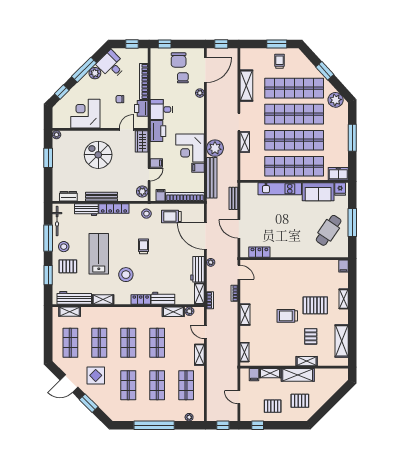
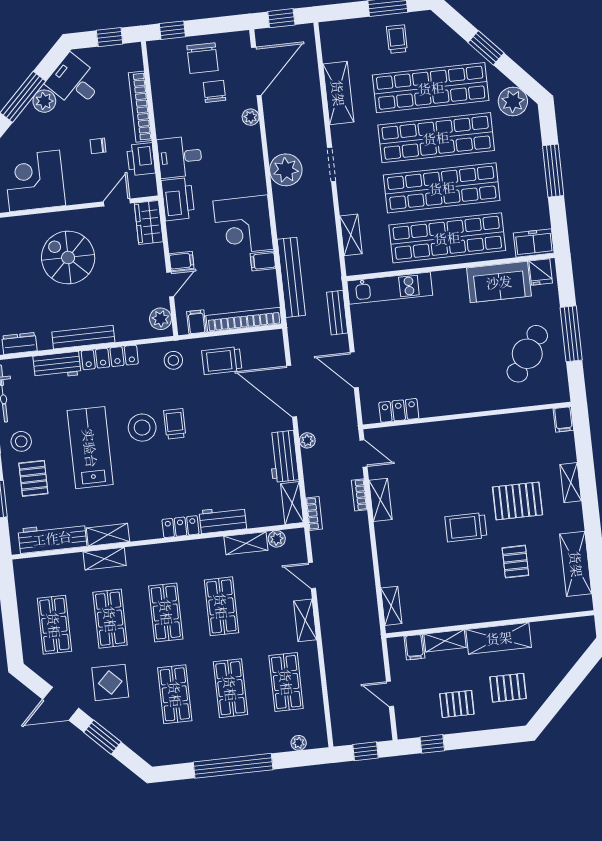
shelving: (245, 142) -> (351, 235), moved
plant: (215, 148) -> (286, 170), moved
kitchen unit: (280, 189) -> (390, 288), moved
pallet: (68, 266) -> (33, 478), turned 90
stool: (126, 275) -> (142, 428), moved
shelving: (70, 312) -> (105, 559), moved
shelving: (245, 315) -> (380, 500), moved
shelving: (307, 361) -> (513, 610), removed

